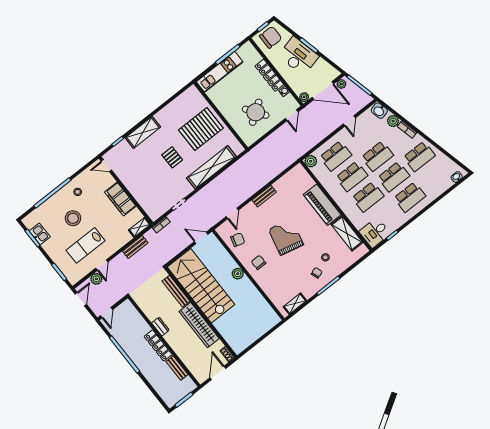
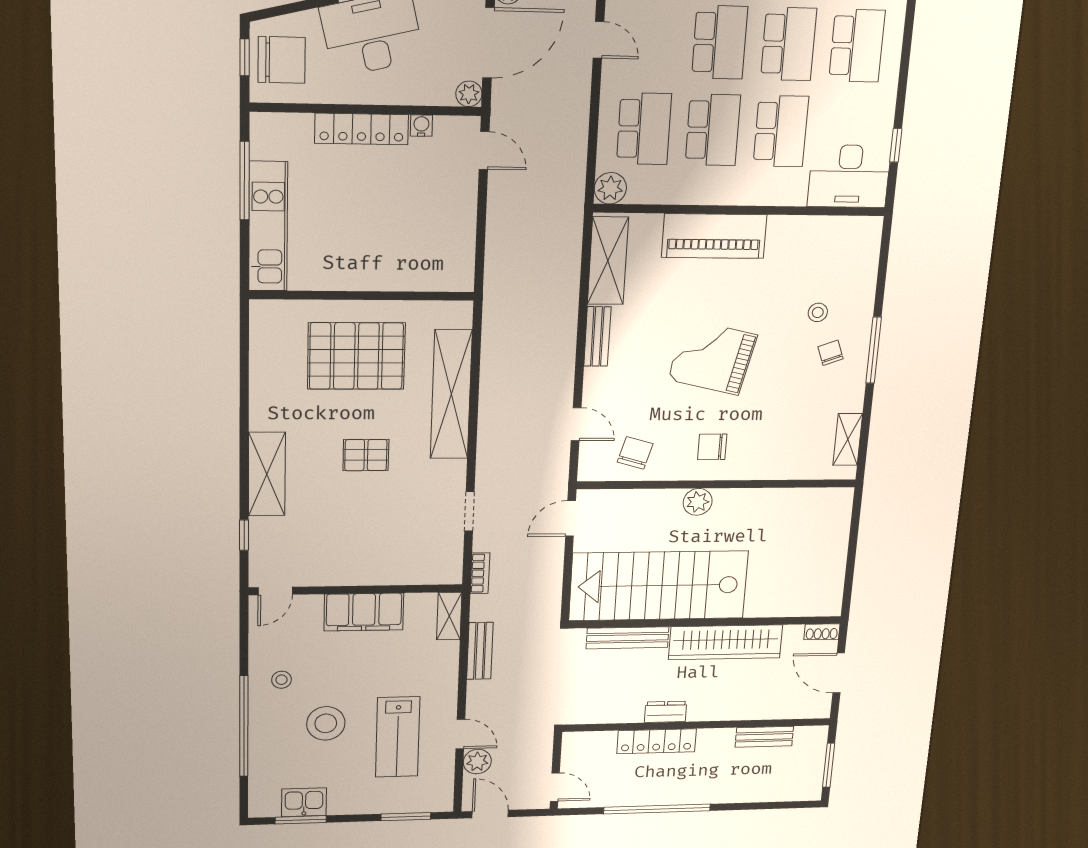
chair: (271, 37) -> (282, 60), turned 90
round table: (256, 112) -> (415, 220), removed
pallet: (201, 129) -> (356, 356), turned 90
shelving: (347, 233) -> (608, 261), moved, turned 90
desk: (375, 233) -> (849, 176), width x1.37
locker: (158, 346) -> (657, 741), moved

